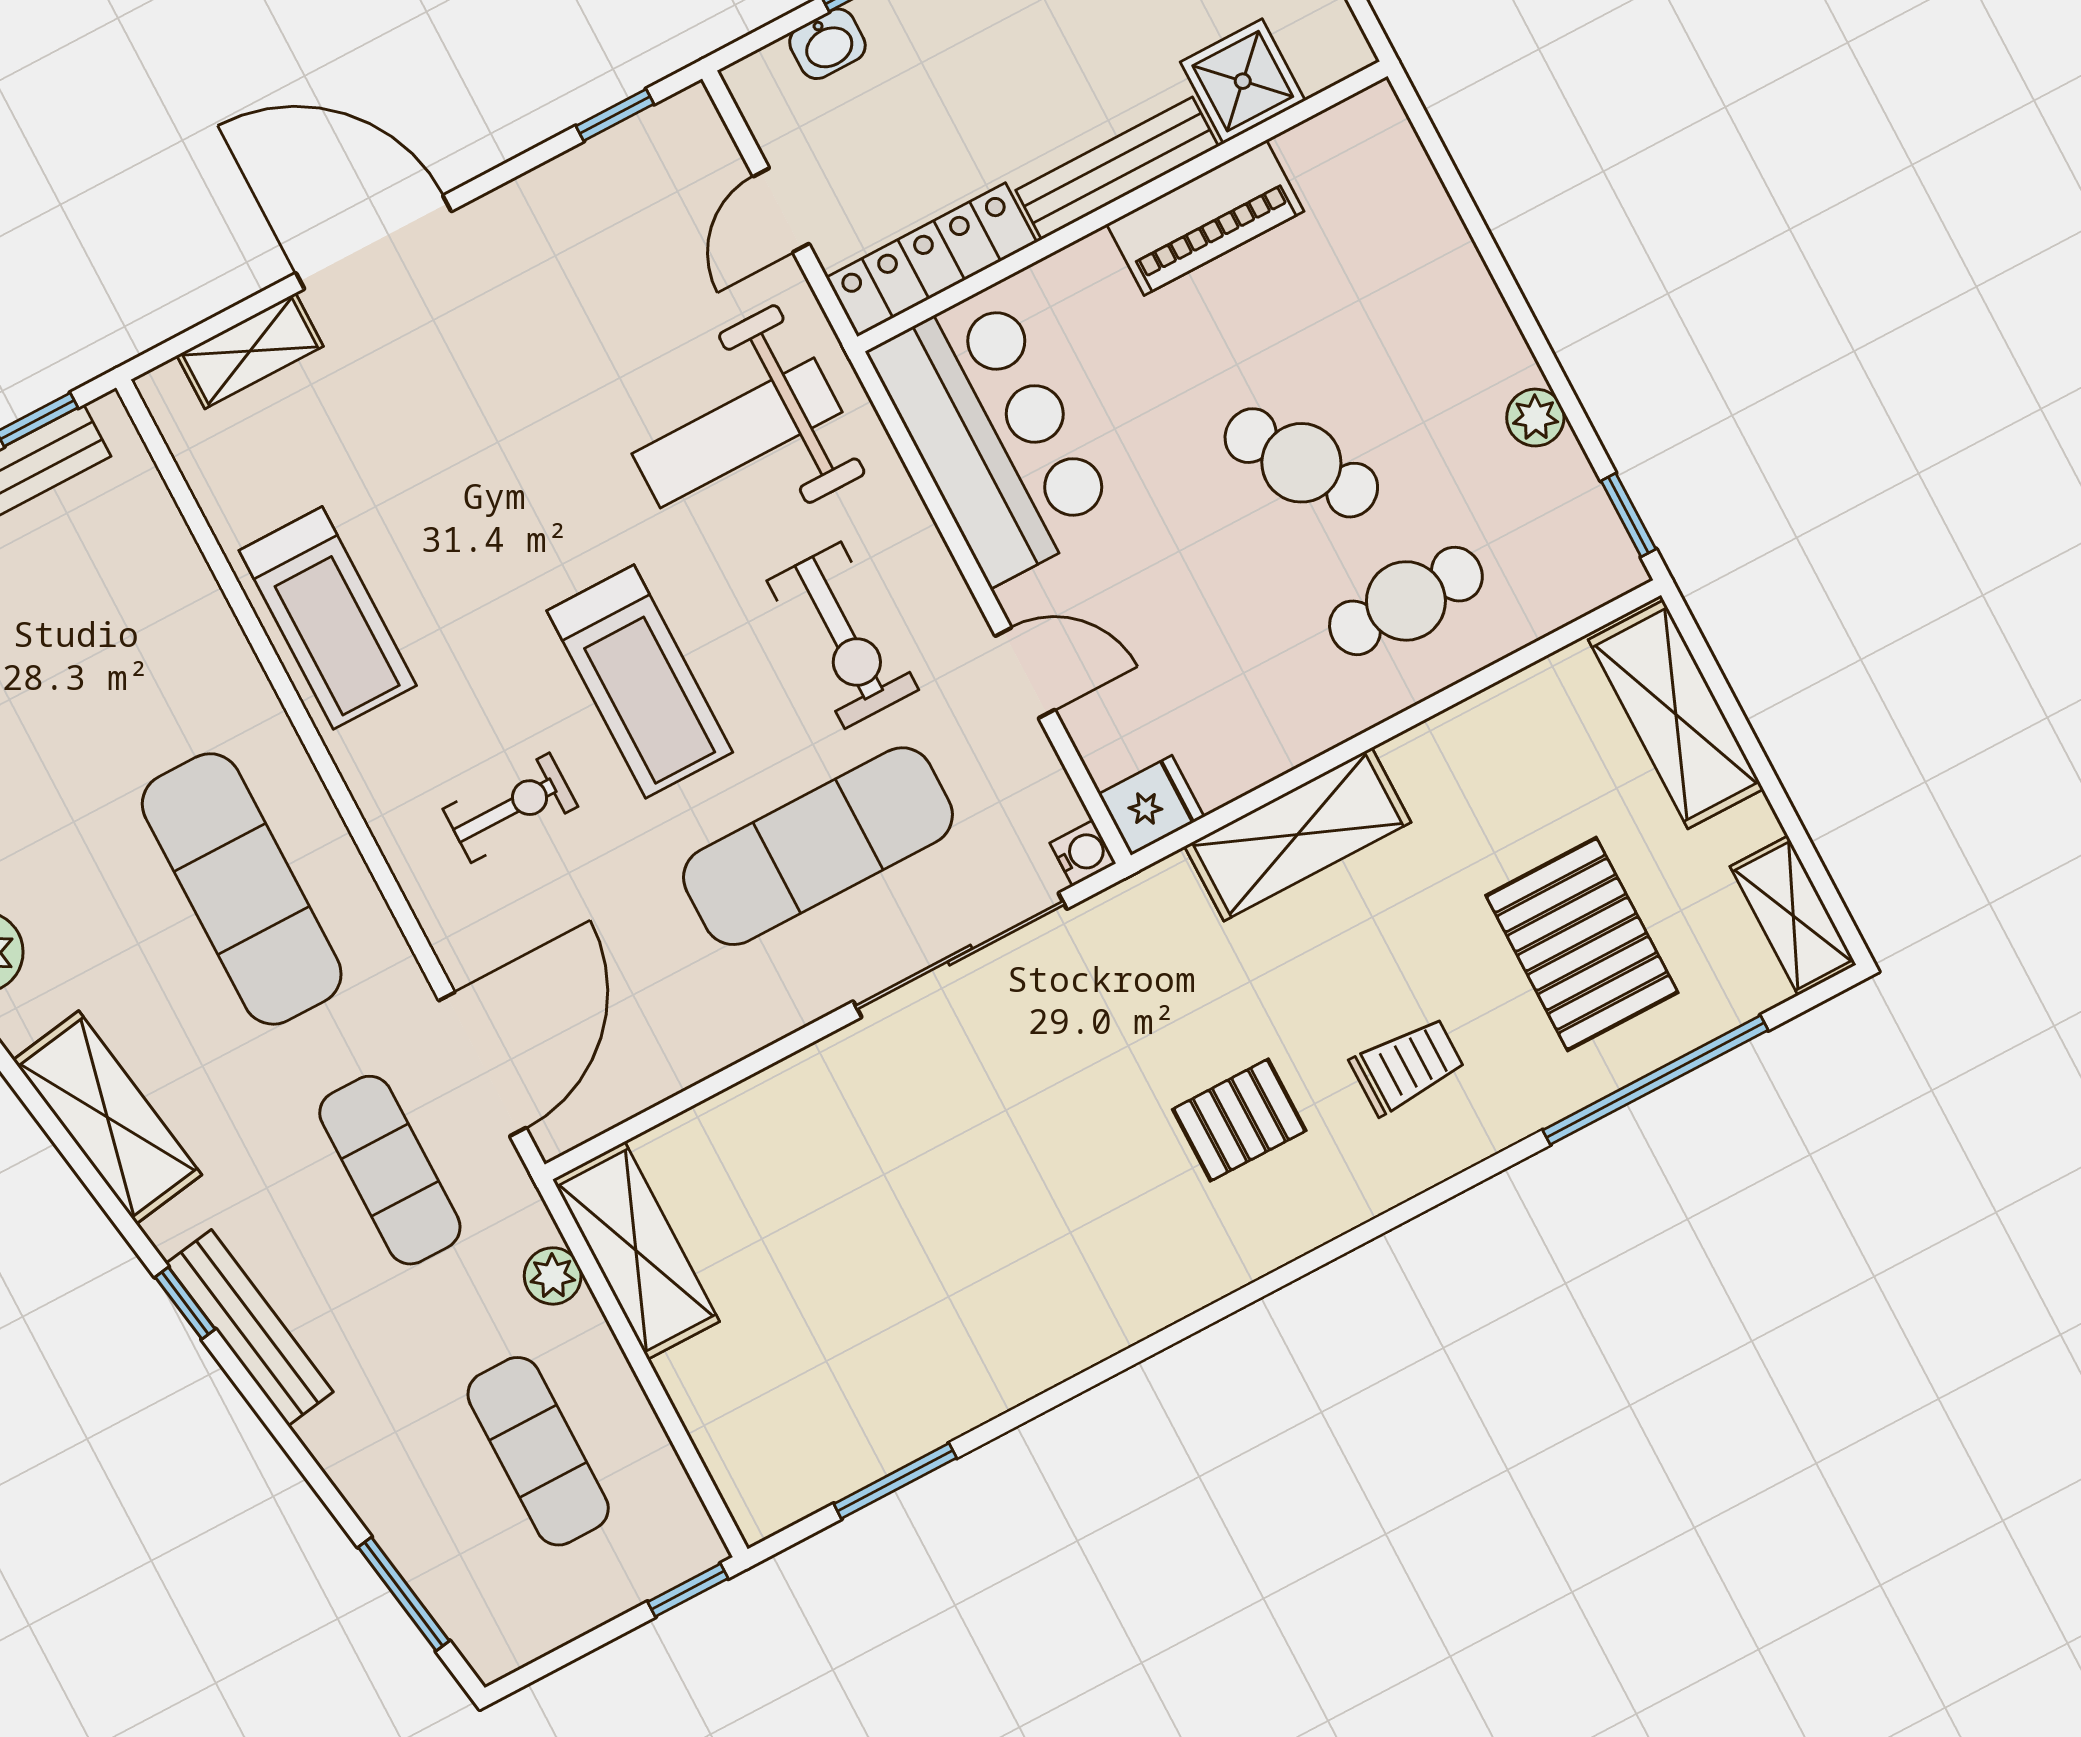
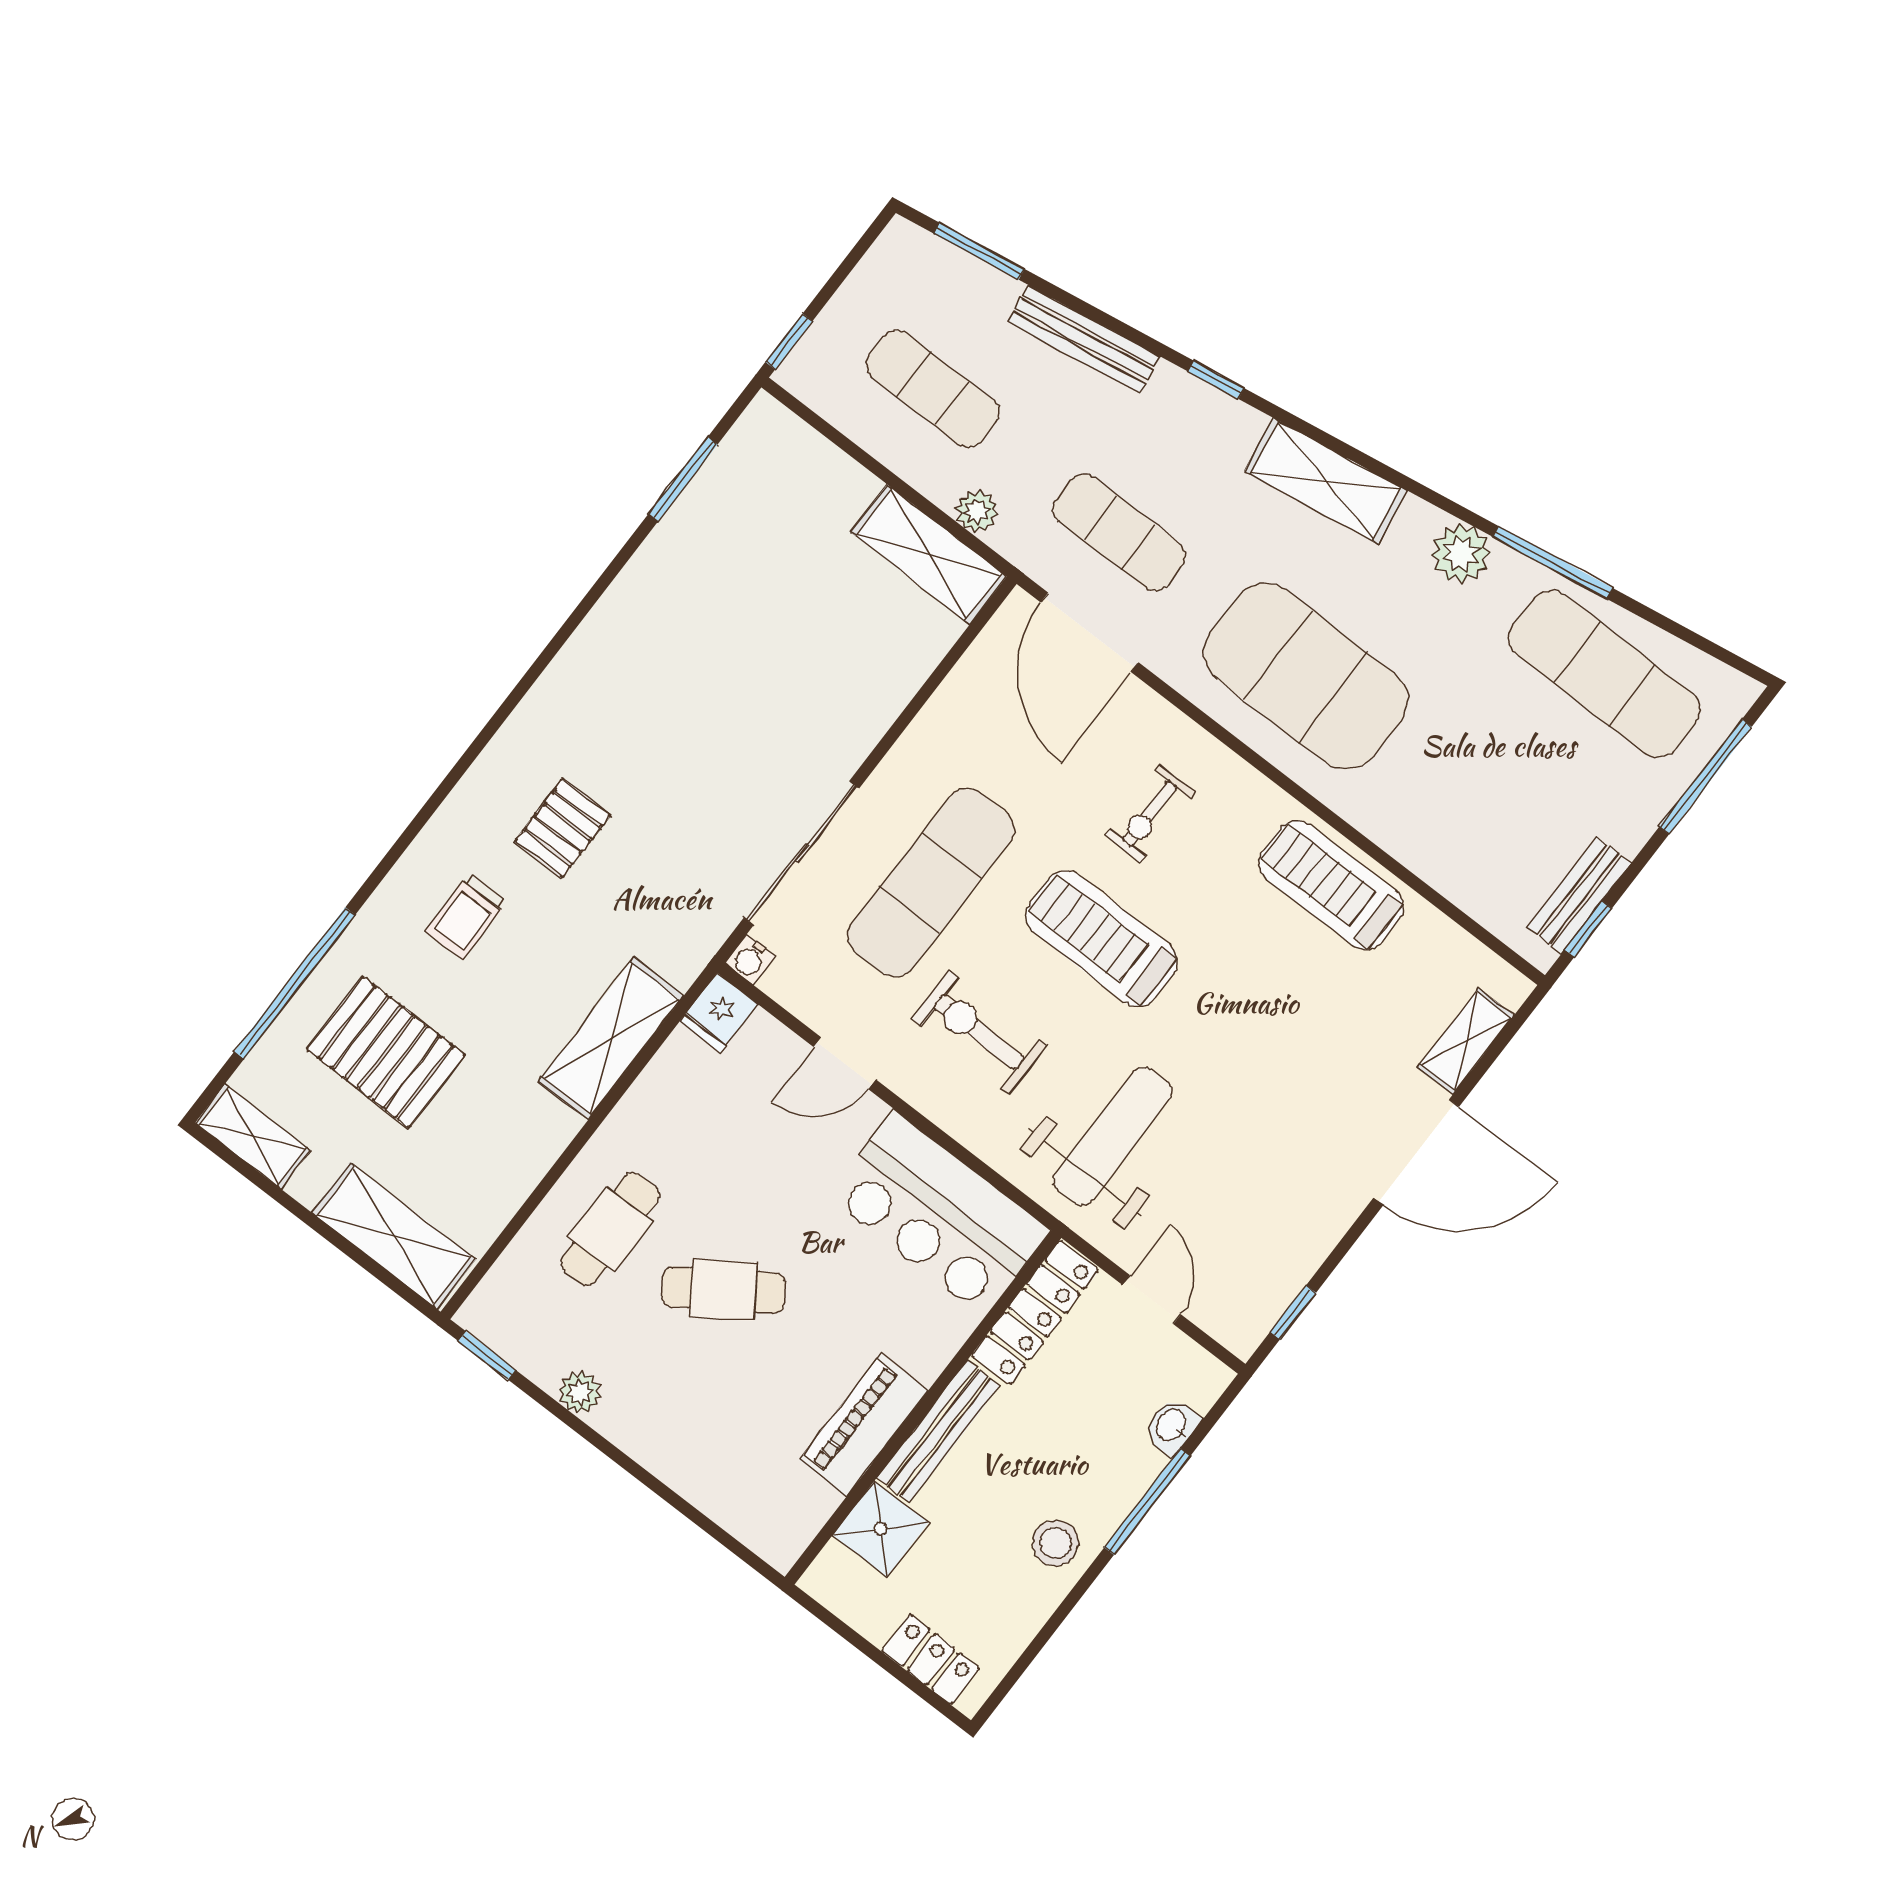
exercise mat: (242, 889) -> (1306, 676), width x1.47
bench: (250, 1328) -> (1084, 339), moved

